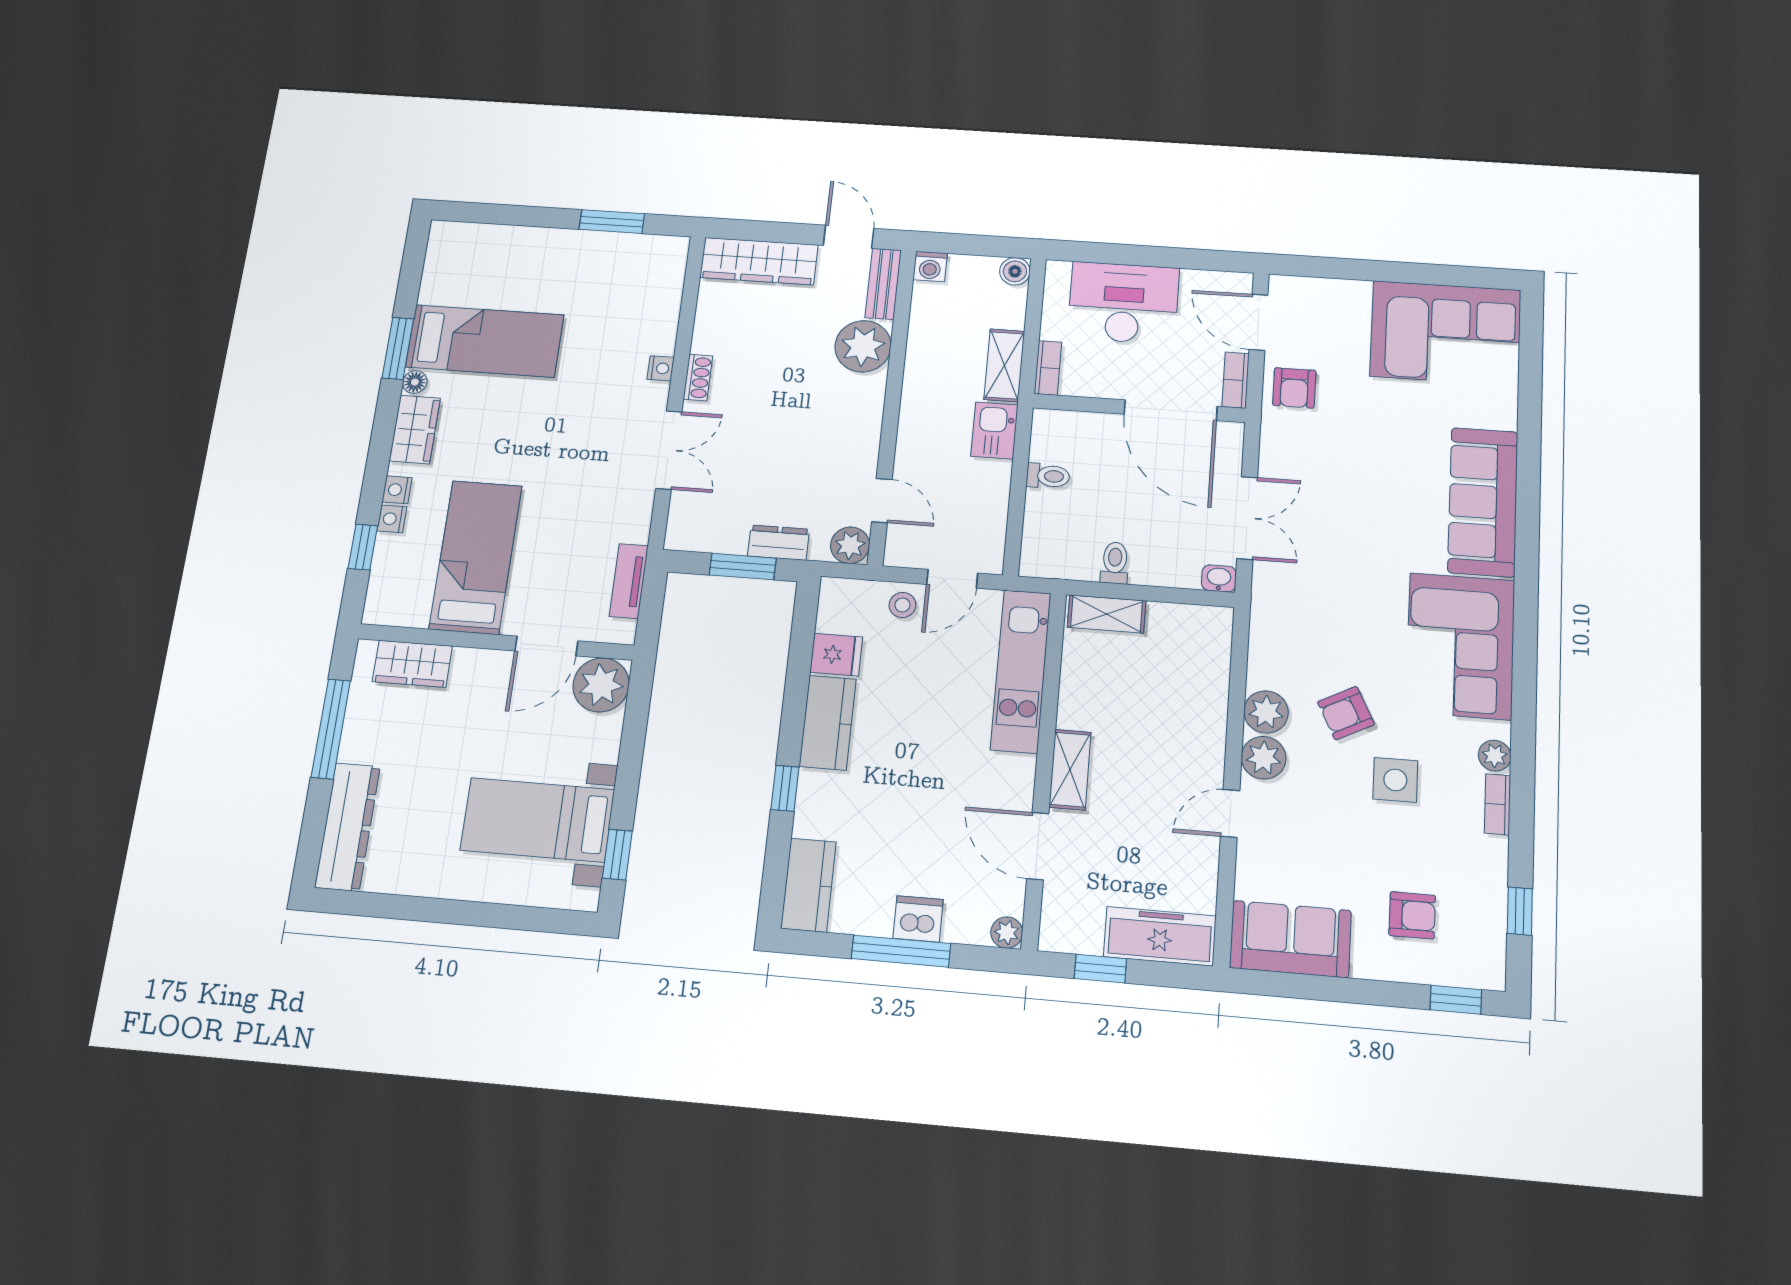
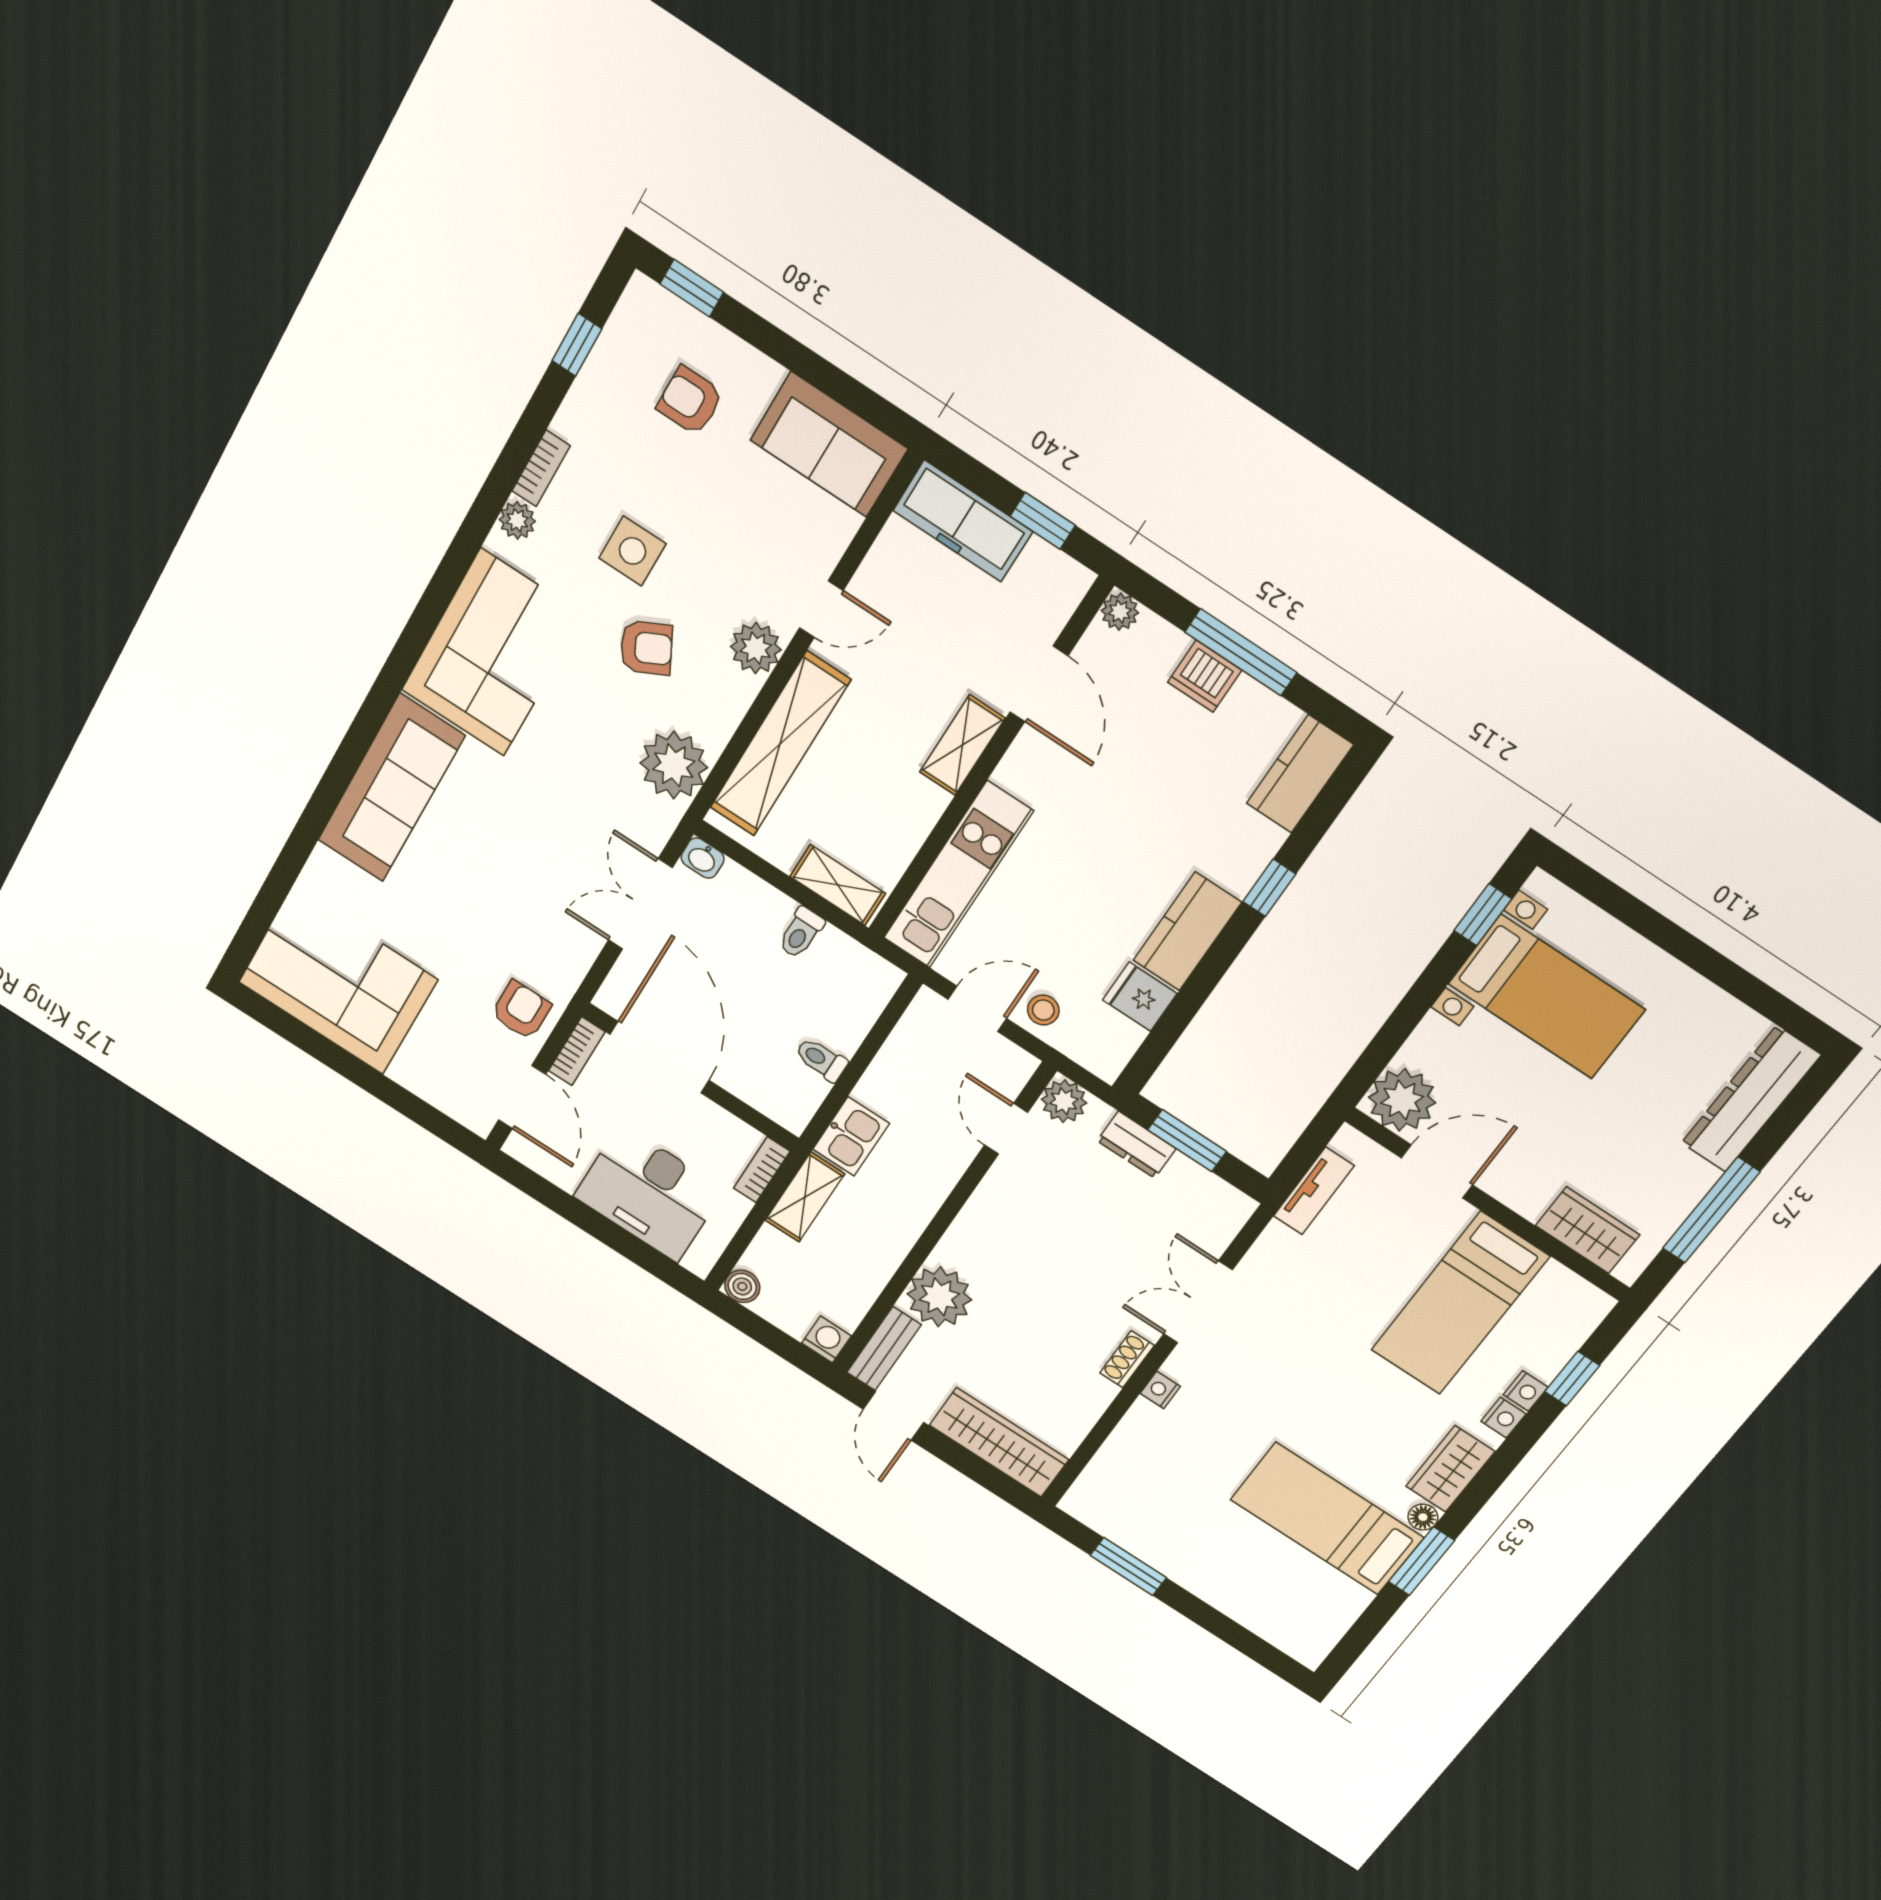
shelving: (1207, 696) -> (780, 744), added
plant: (1266, 712) -> (674, 765), moved, width x1.36, depth x1.36

